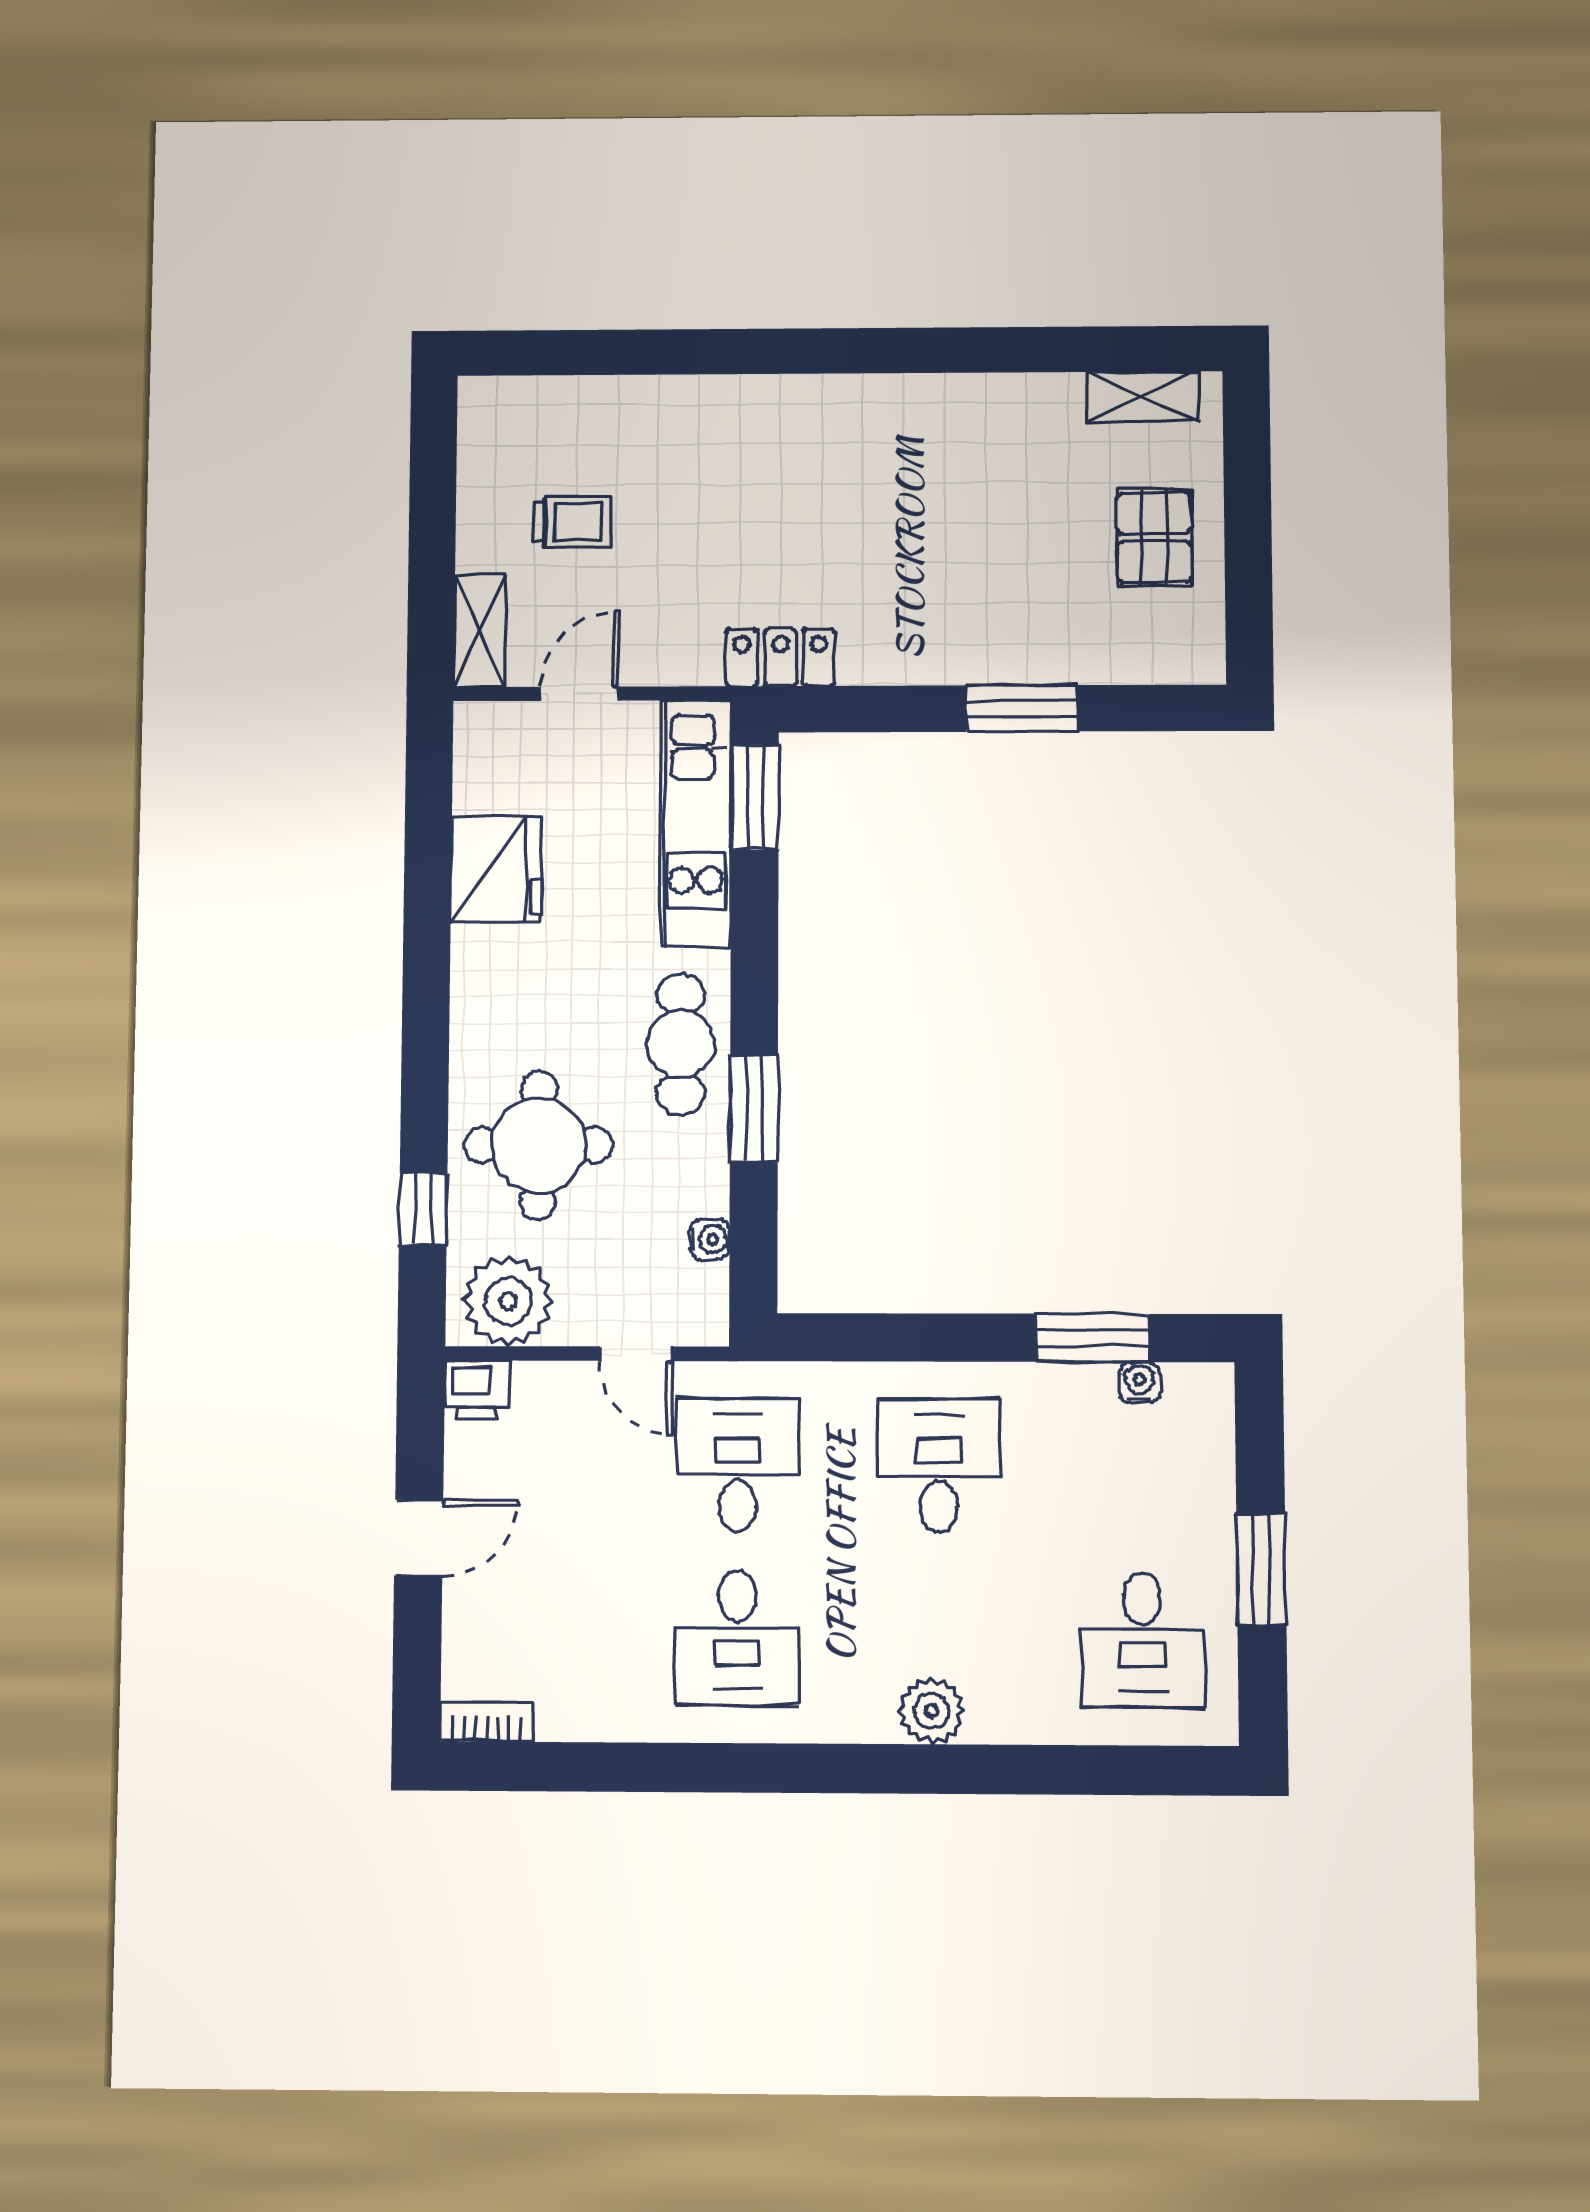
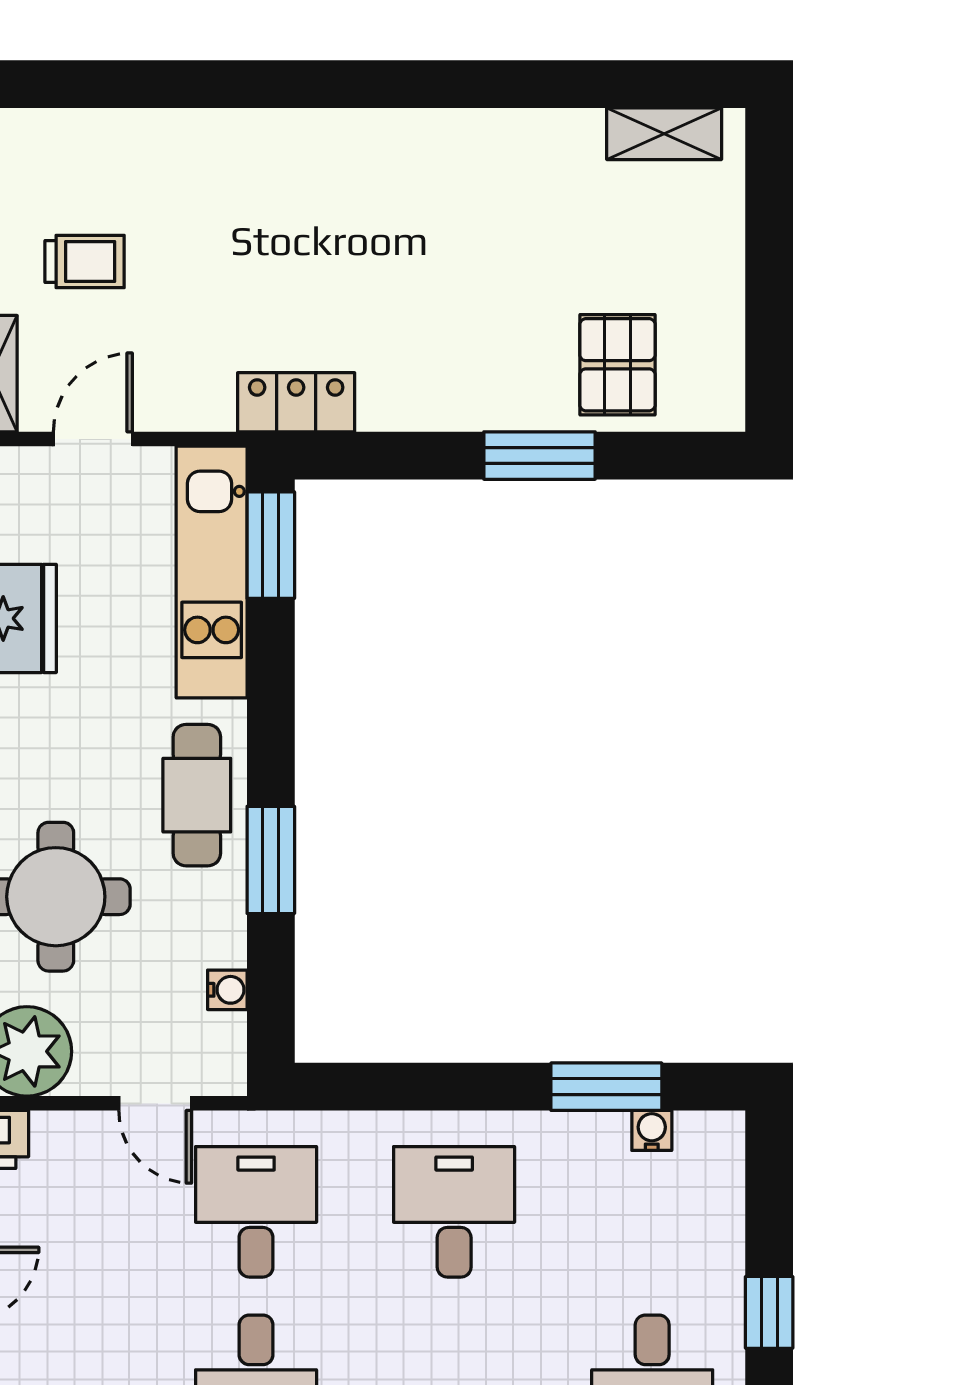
pallet: (1154, 538) -> (617, 365), moved
window: (1261, 1570) -> (769, 1312), width x0.67

